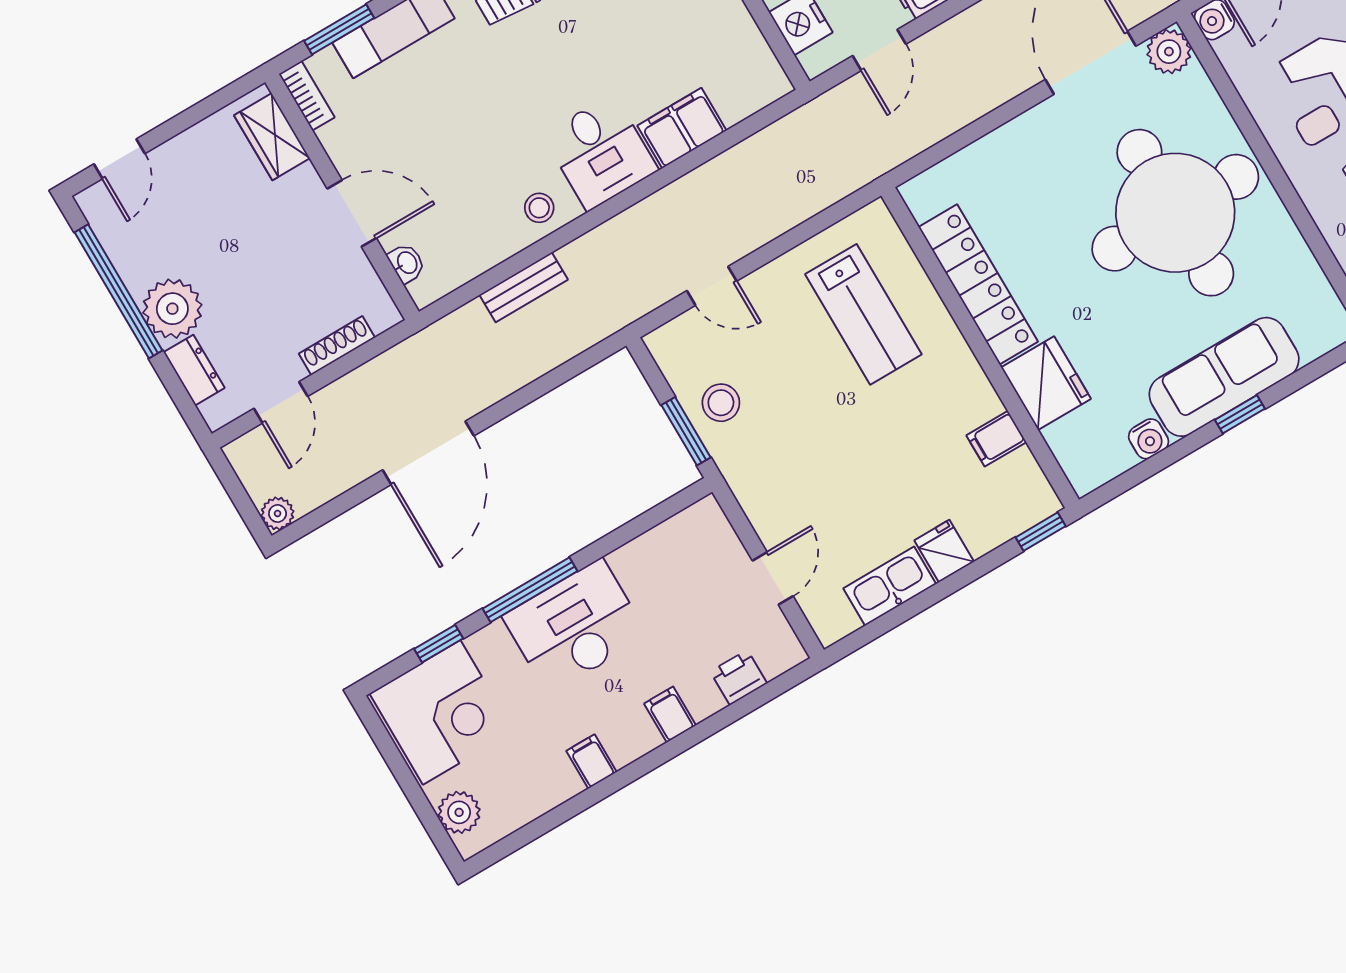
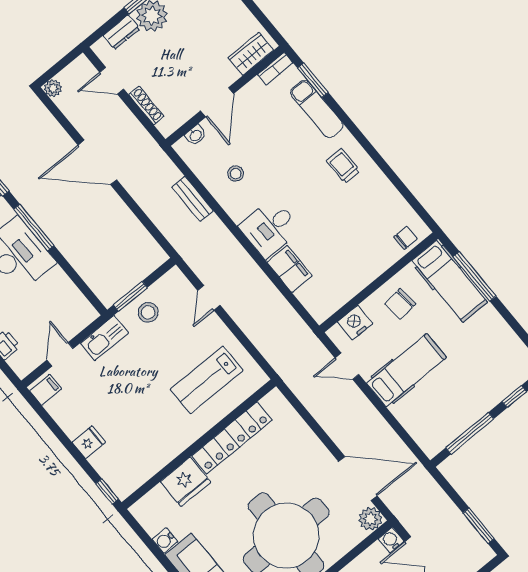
stool: (539, 208) -> (236, 174), moved
filing cabinet: (996, 439) -> (46, 390), moved, turned 90
door: (773, 578) -> (60, 354), swing flipped
kitchen sink: (890, 586) -> (104, 338), moved, turned 90

